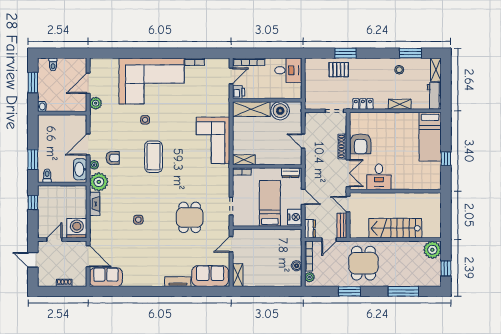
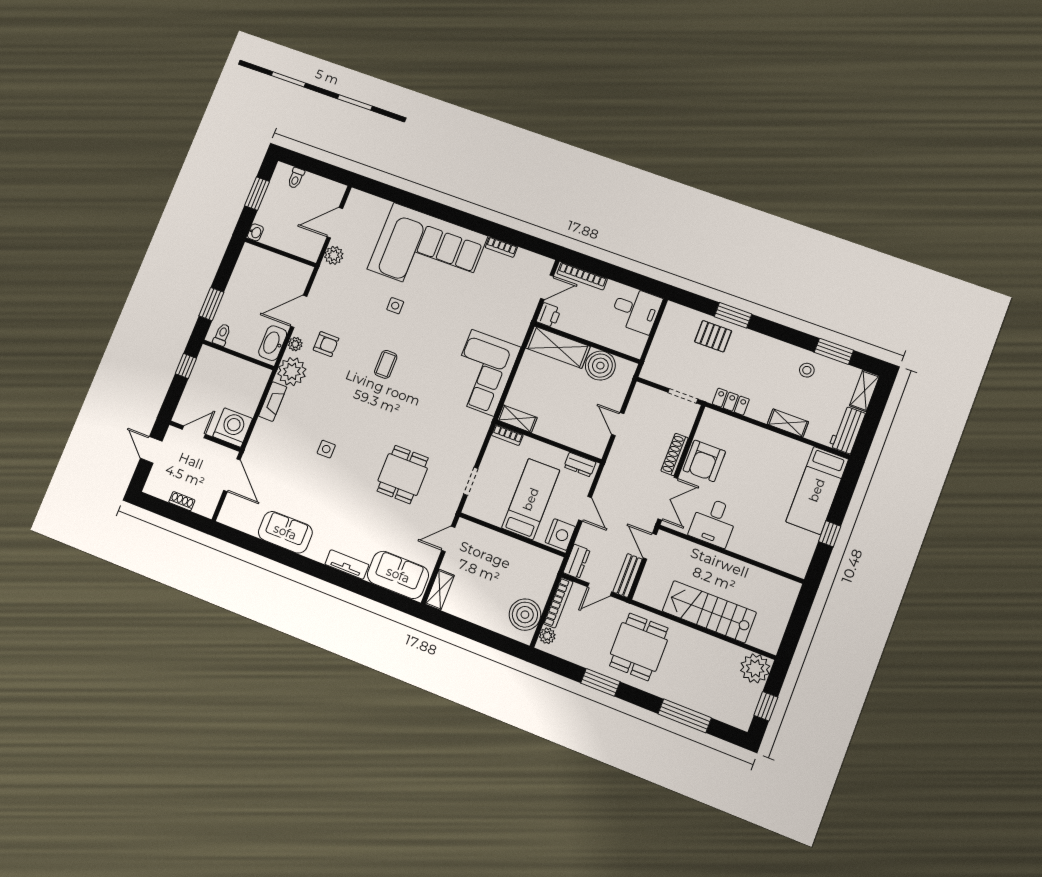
coffee table: (154, 157) -> (386, 364), width x0.54, depth x0.58
boiler: (297, 266) -> (525, 615), width x1.86, depth x1.86
sofa: (106, 277) -> (285, 532), moved

